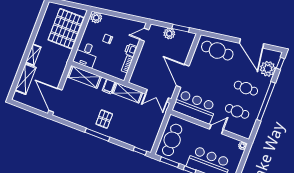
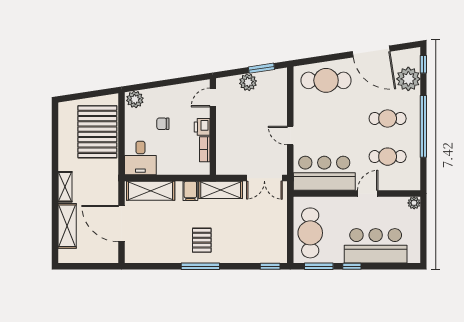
door: (183, 76) -> (290, 136), width x0.53
door: (55, 100) -> (122, 224), moved

